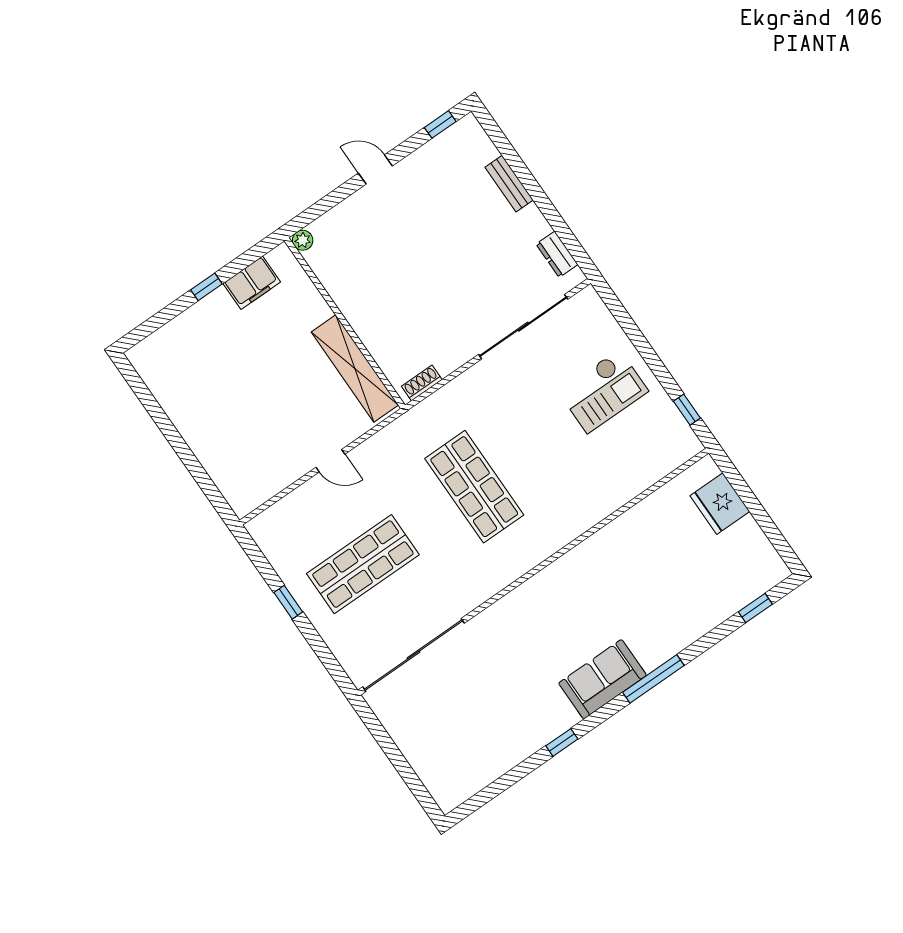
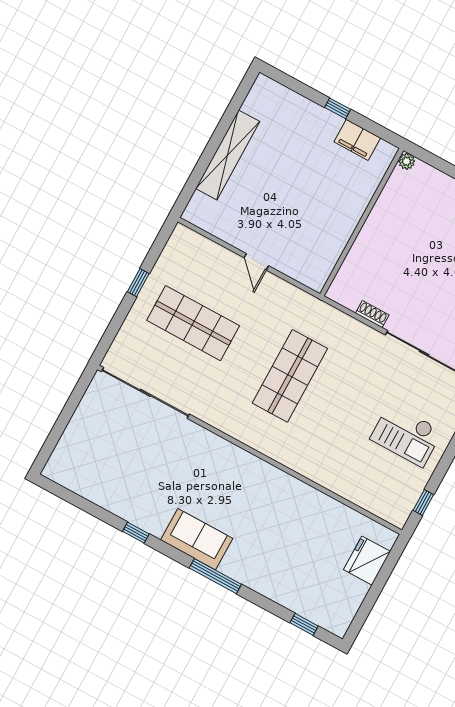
shelving: (355, 368) -> (228, 155), moved
shoe rack: (422, 383) -> (372, 314), moved

